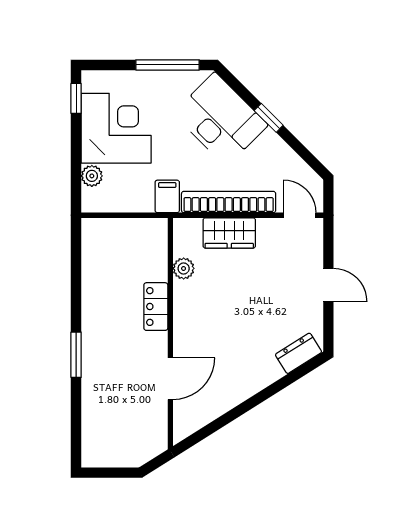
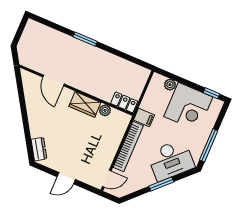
window: (269, 118) -> (161, 184), width x1.50
wardrobe: (229, 233) -> (85, 104), moved, turned -90
locker: (156, 307) -> (124, 102), moved

